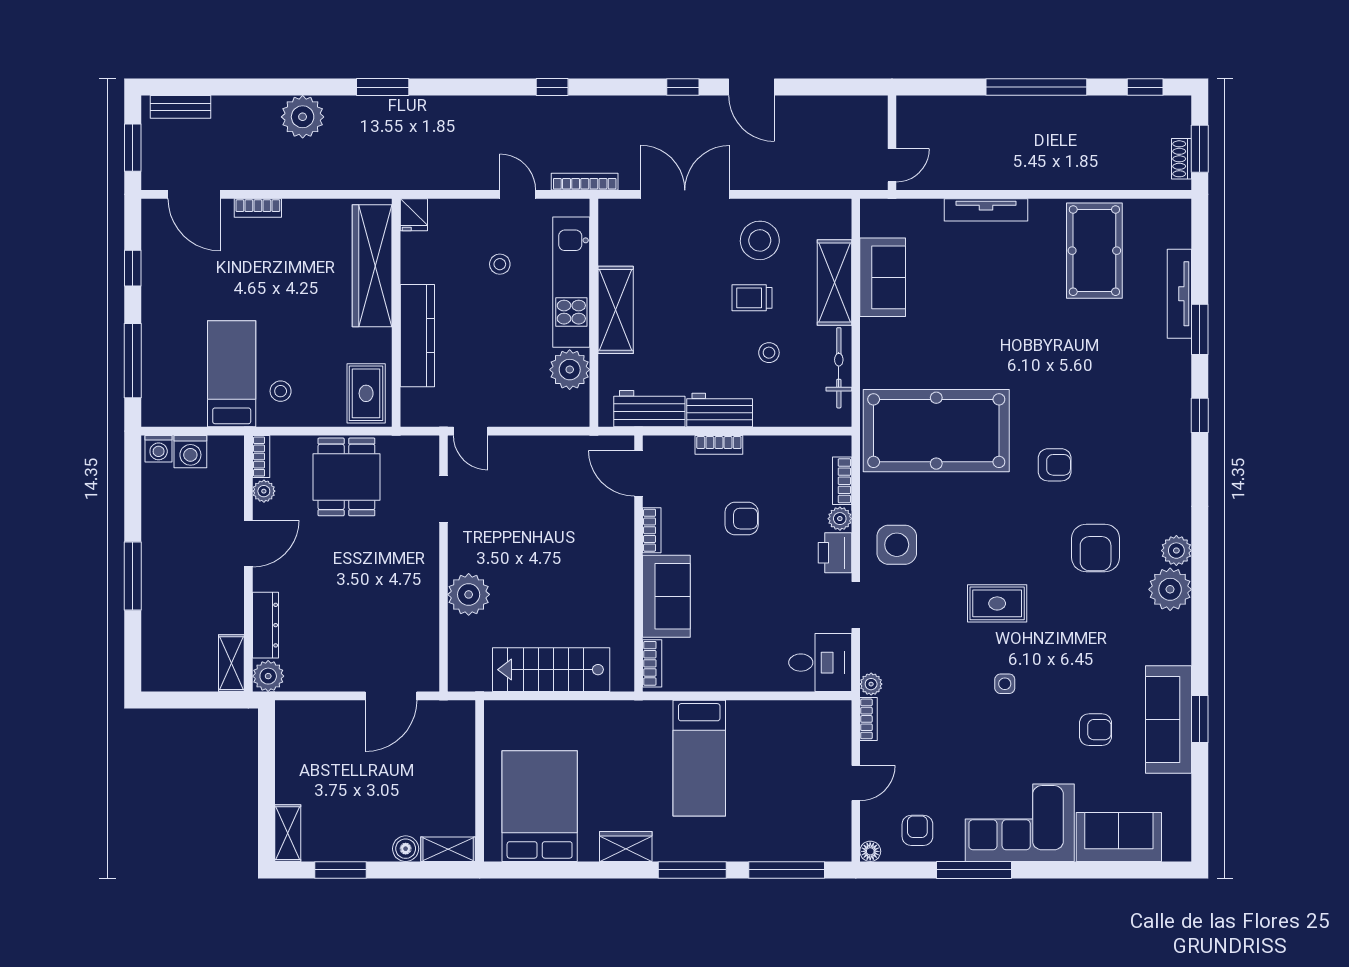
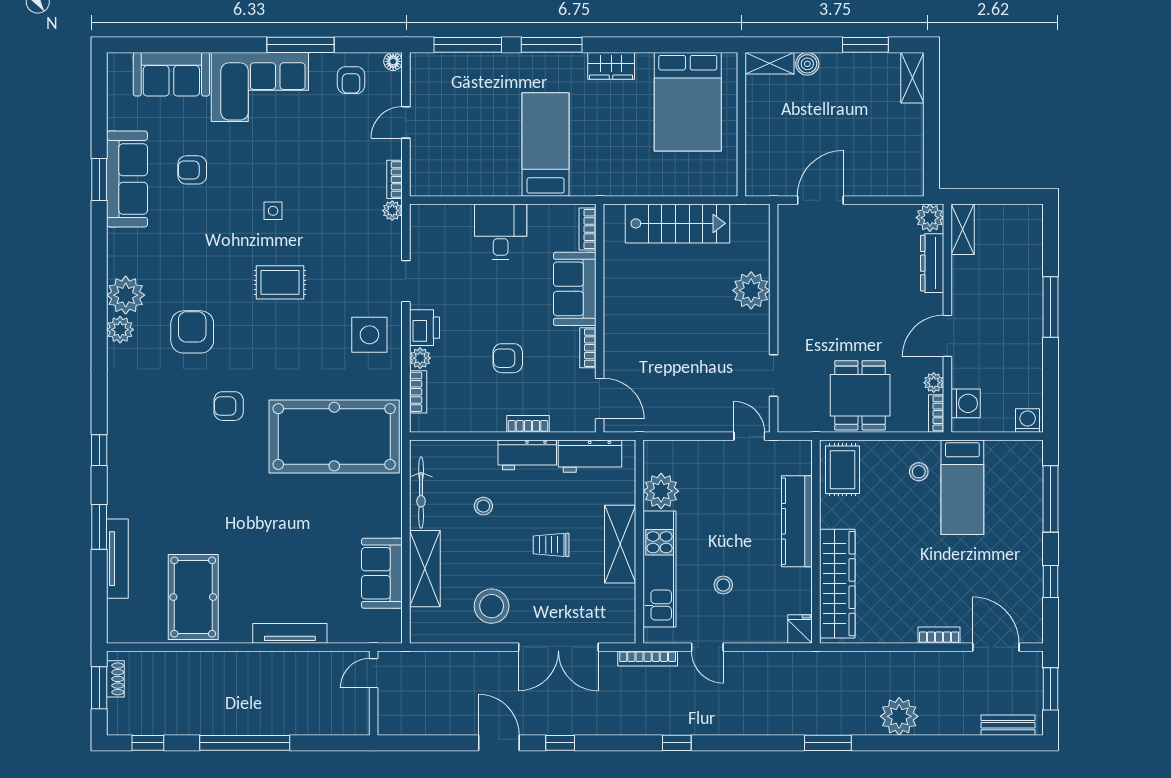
trolley: (752, 298) -> (551, 545), moved, turned 180
washing machine: (190, 452) -> (966, 403), moved, turned 90
desk: (820, 663) -> (501, 232), moved, turned 90

